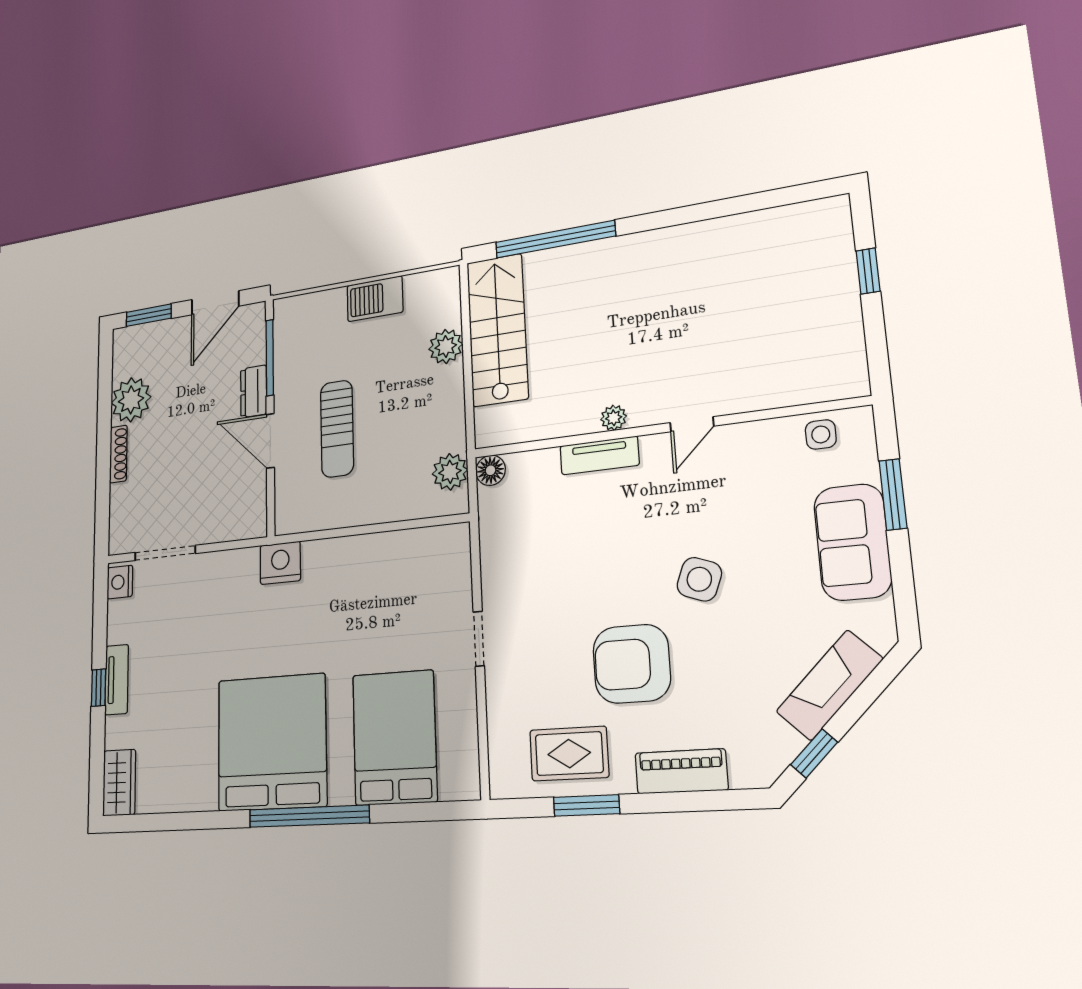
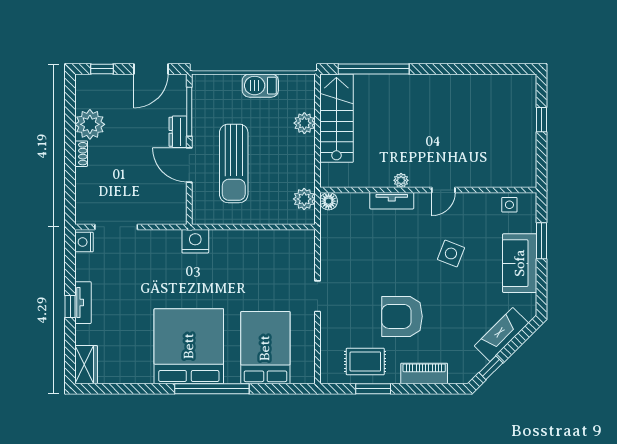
window: (149, 315) -> (102, 69), width x0.67
sun lounger: (337, 429) -> (234, 163), width x1.36, depth x1.34
shoe rack: (118, 454) -> (81, 154), width x0.70
side table: (699, 579) -> (451, 253), moved

